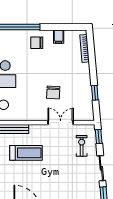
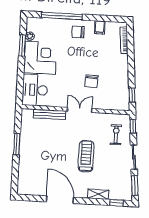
window: (95, 93) -> (132, 95), moved
double door: (61, 123) -> (80, 110), moved
treadmill: (26, 153) -> (86, 156), moved, turned -90

